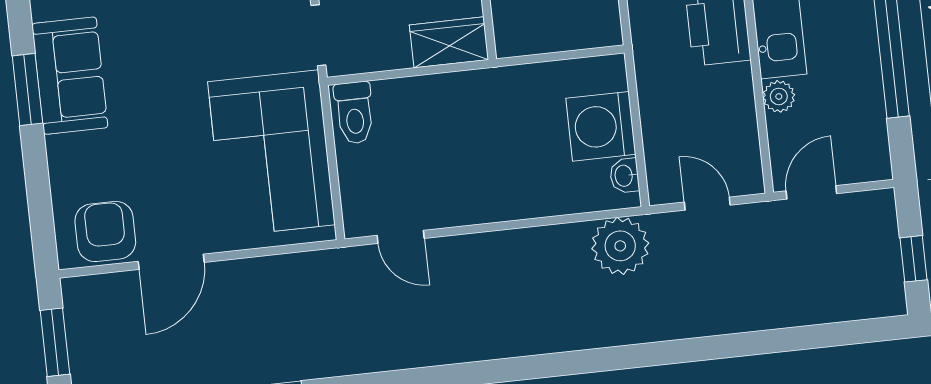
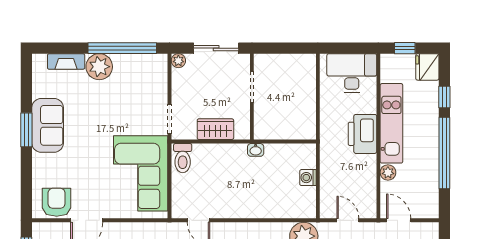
wardrobe: (449, 42) -> (215, 129), moved
washing machine: (601, 126) -> (308, 178), width x0.53, depth x0.53
washbasin: (624, 176) -> (256, 150), moved, turned -90
door: (811, 192) -> (399, 220), hinge flipped

